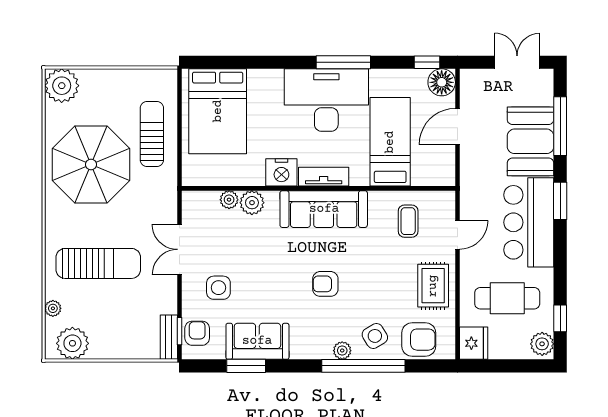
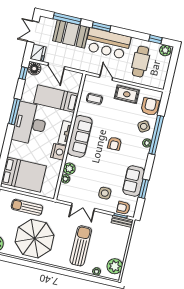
fridge: (474, 343) -> (38, 53), moved, turned 90

